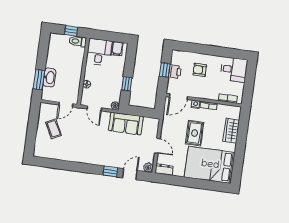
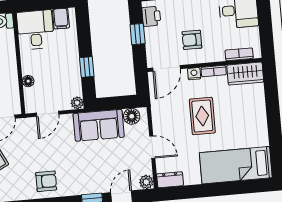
armchair: (200, 70) -> (192, 40), moved
printer: (175, 72) -> (151, 16), moved
door: (94, 108) -> (48, 114), hinge flipped
floor lamp: (149, 123) -> (132, 116), added
wardrobe: (231, 131) -> (245, 74), moved, turned -90
armchair: (83, 152) -> (46, 181), added
bed: (210, 165) -> (236, 165), width x0.67

